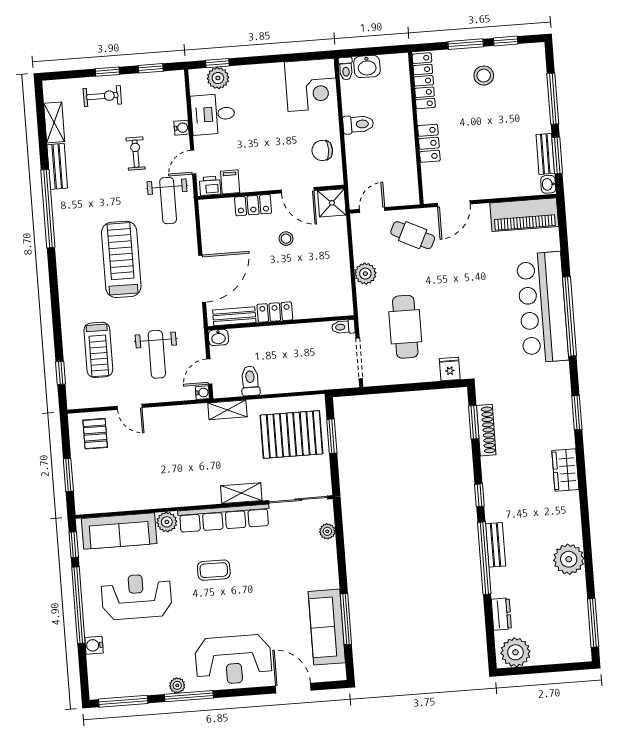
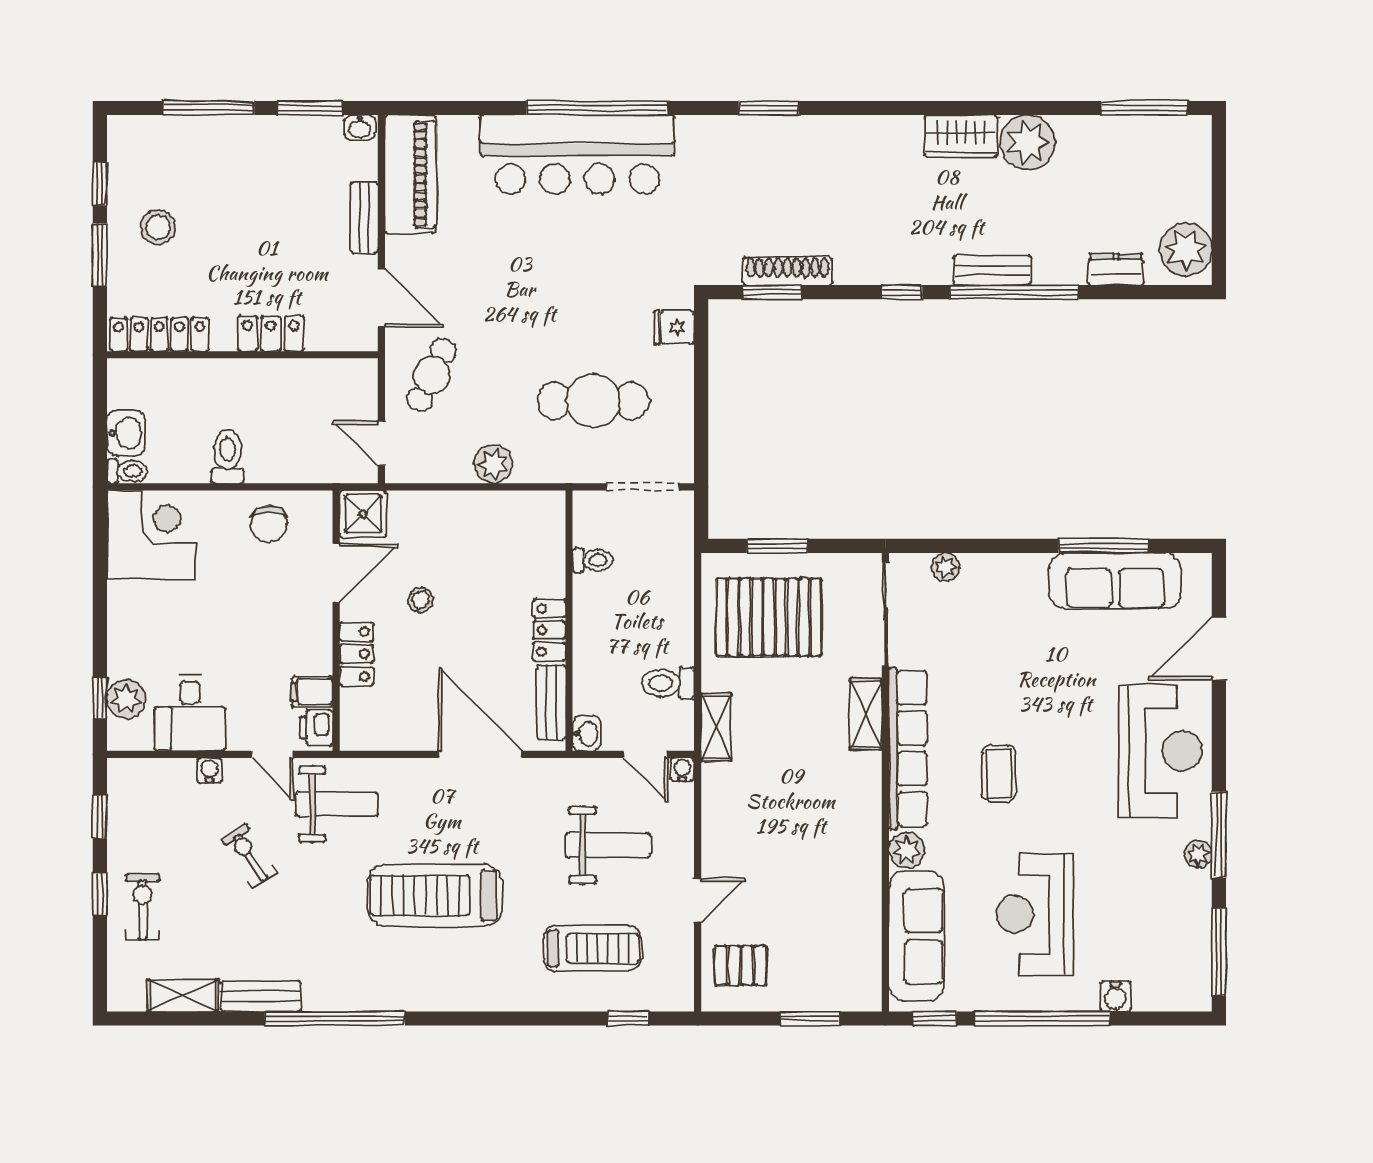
exercise bike: (136, 154) -> (249, 855), turned 57
bench: (545, 154) -> (364, 218), moved, turned 90
toilet: (343, 327) -> (593, 560), moved, turned -90
pallet: (291, 435) -> (769, 617), turned 90
wardrobe: (565, 470) -> (961, 136), moved

